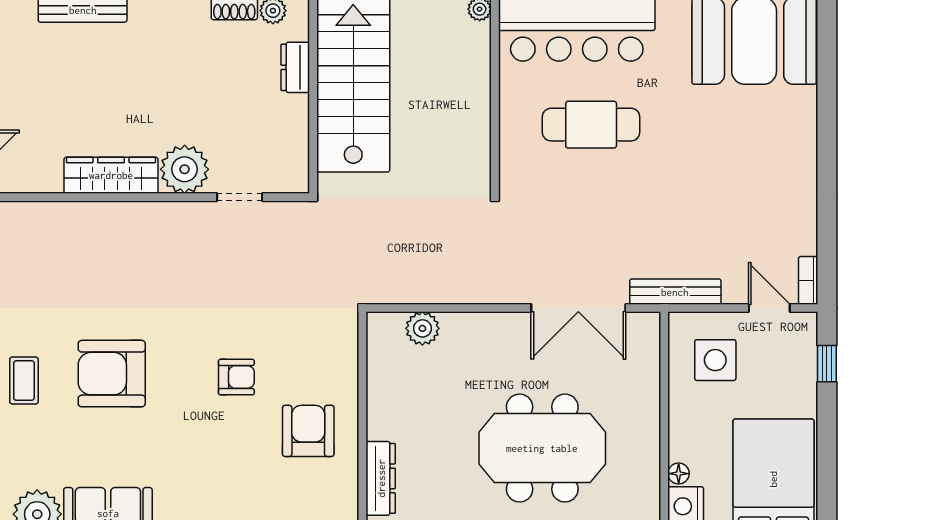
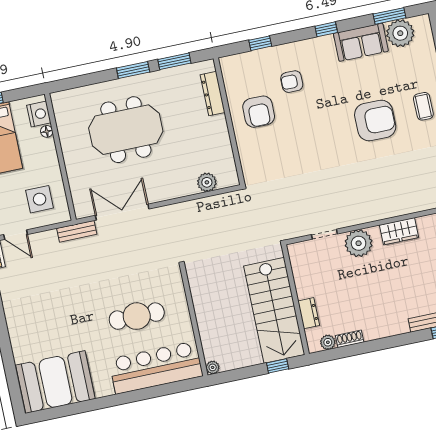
wardrobe: (111, 175) -> (399, 231), width x0.67
bench: (675, 292) -> (77, 231), width x0.73
armchair: (236, 377) -> (292, 82), moved

